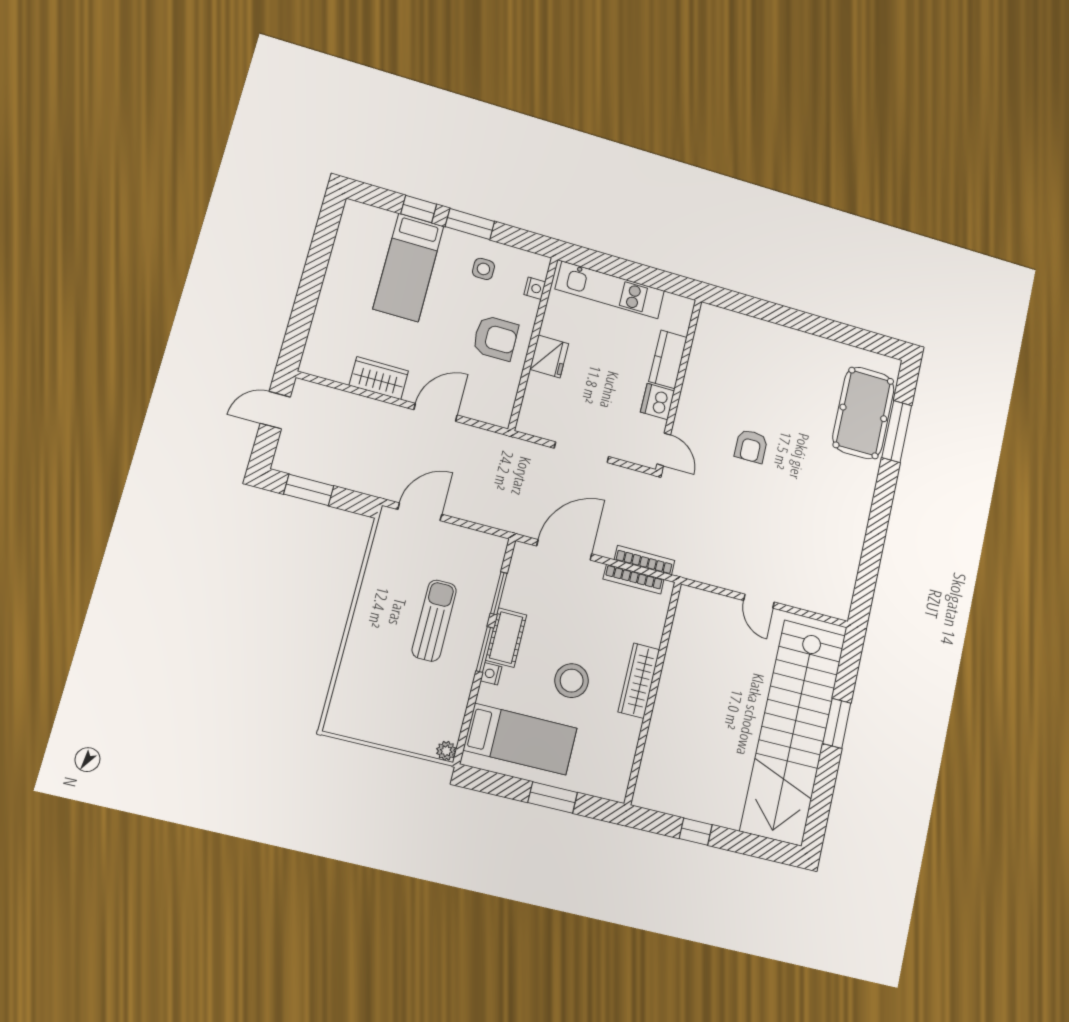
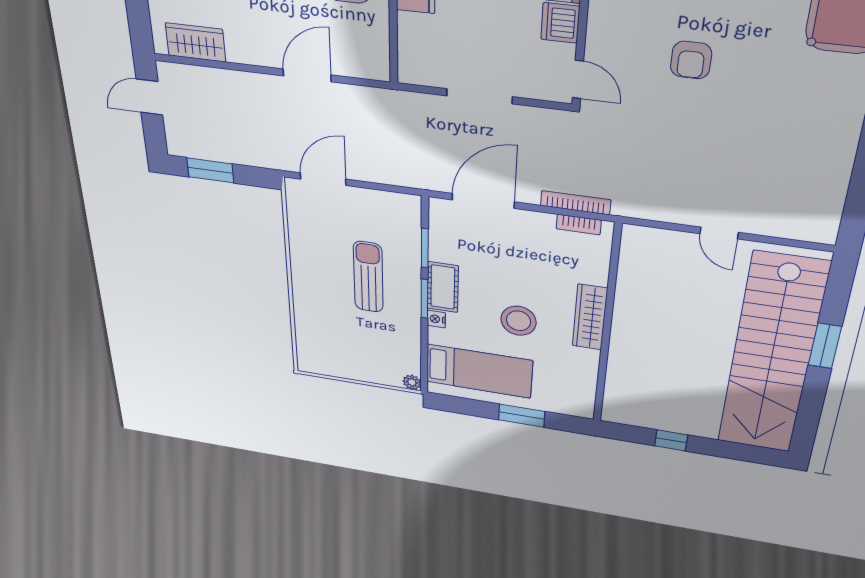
wardrobe: (379, 378) -> (196, 42), moved
bookcase: (634, 579) -> (579, 225), width x0.64

